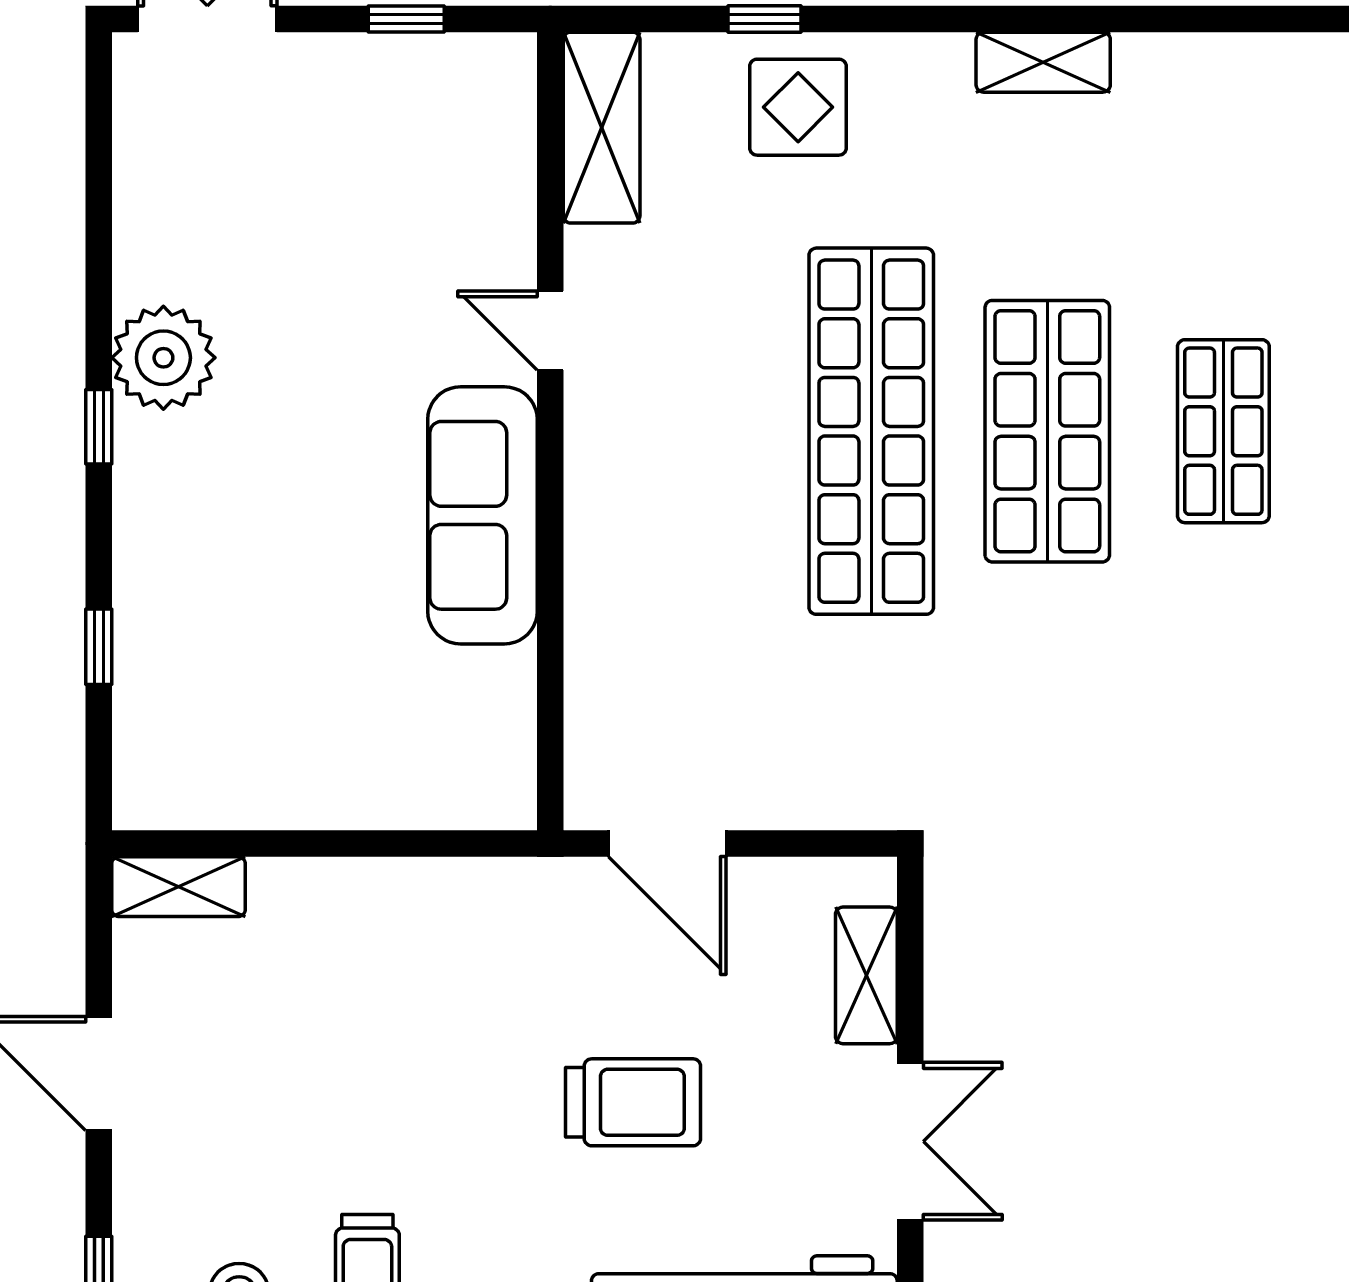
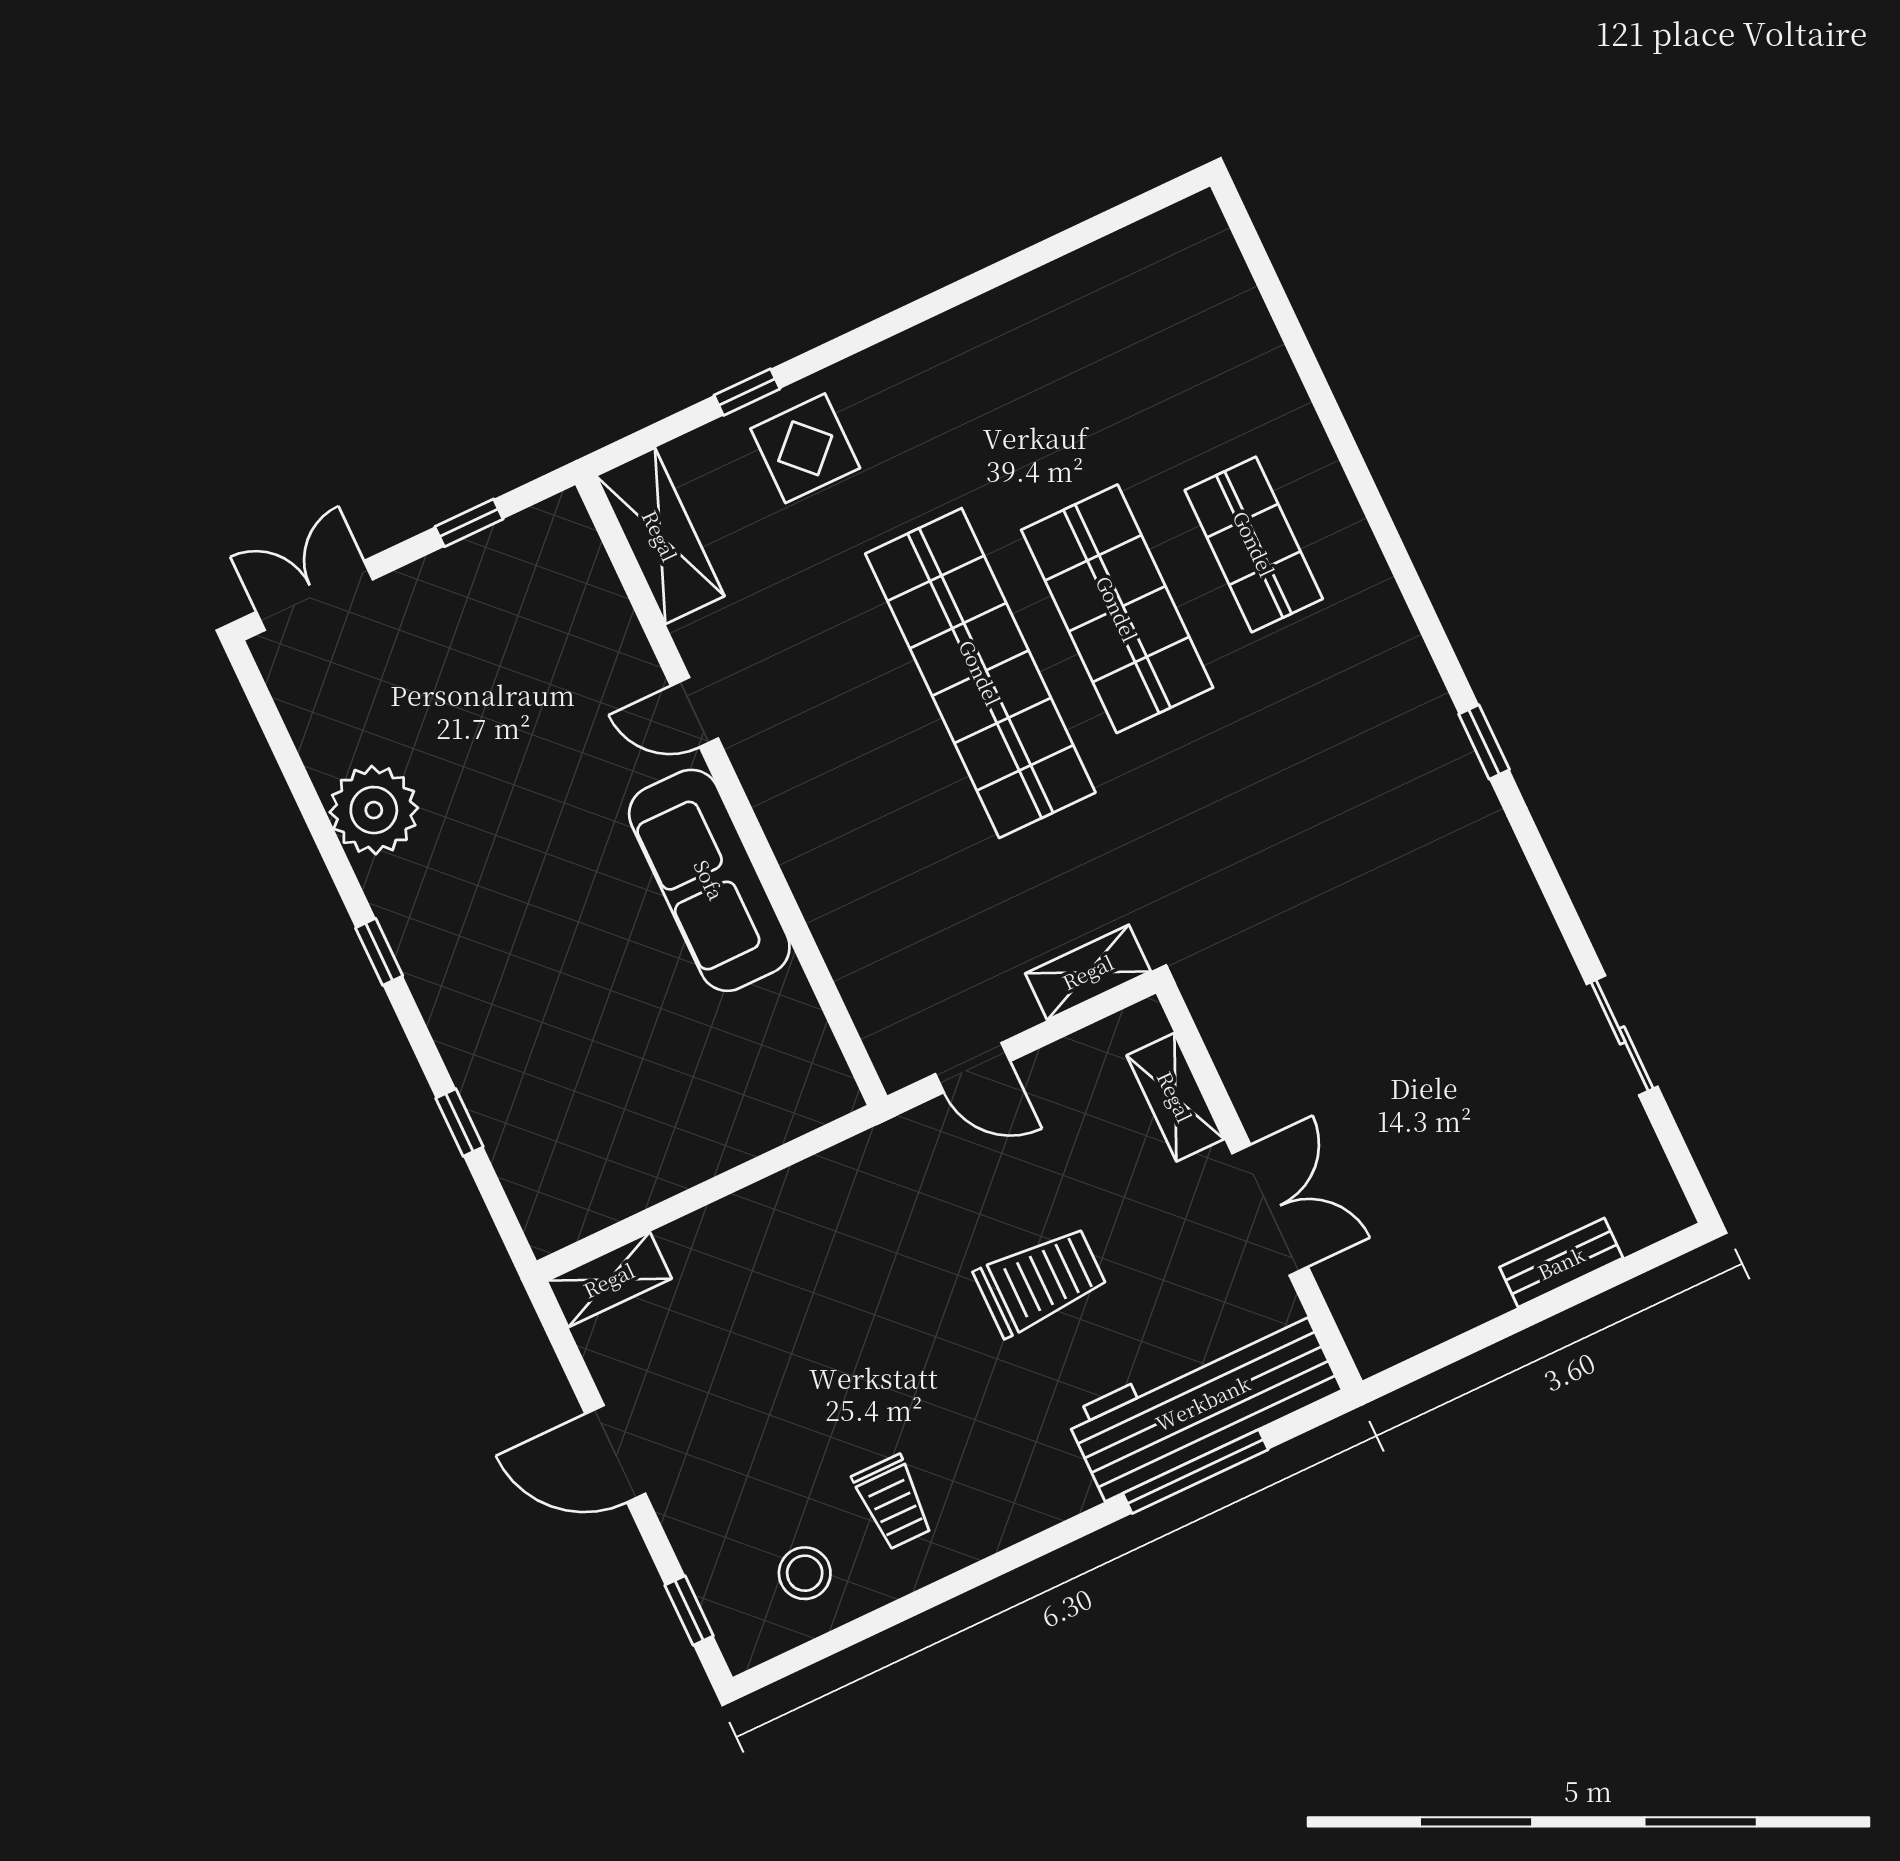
shelving: (1043, 62) -> (1088, 972), moved
plant: (163, 358) -> (374, 810), moved
door: (667, 844) -> (973, 1068), width x0.73

